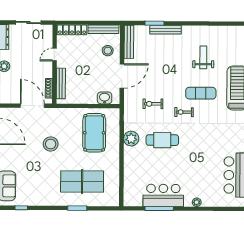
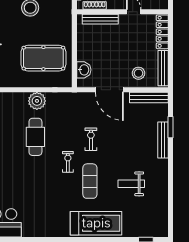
weight bench: (203, 57) -> (131, 184), turned 180
exercise bike: (153, 104) -> (91, 139), moved

